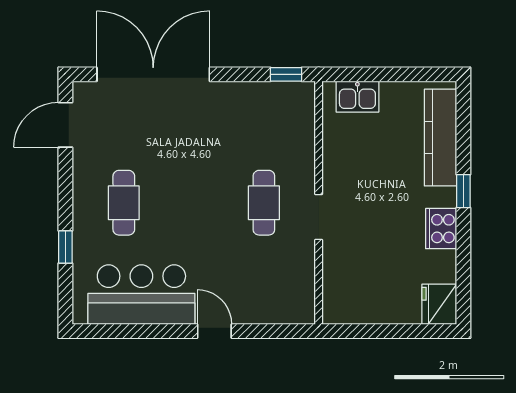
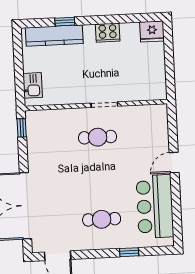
window: (463, 191) -> (65, 22), moved

